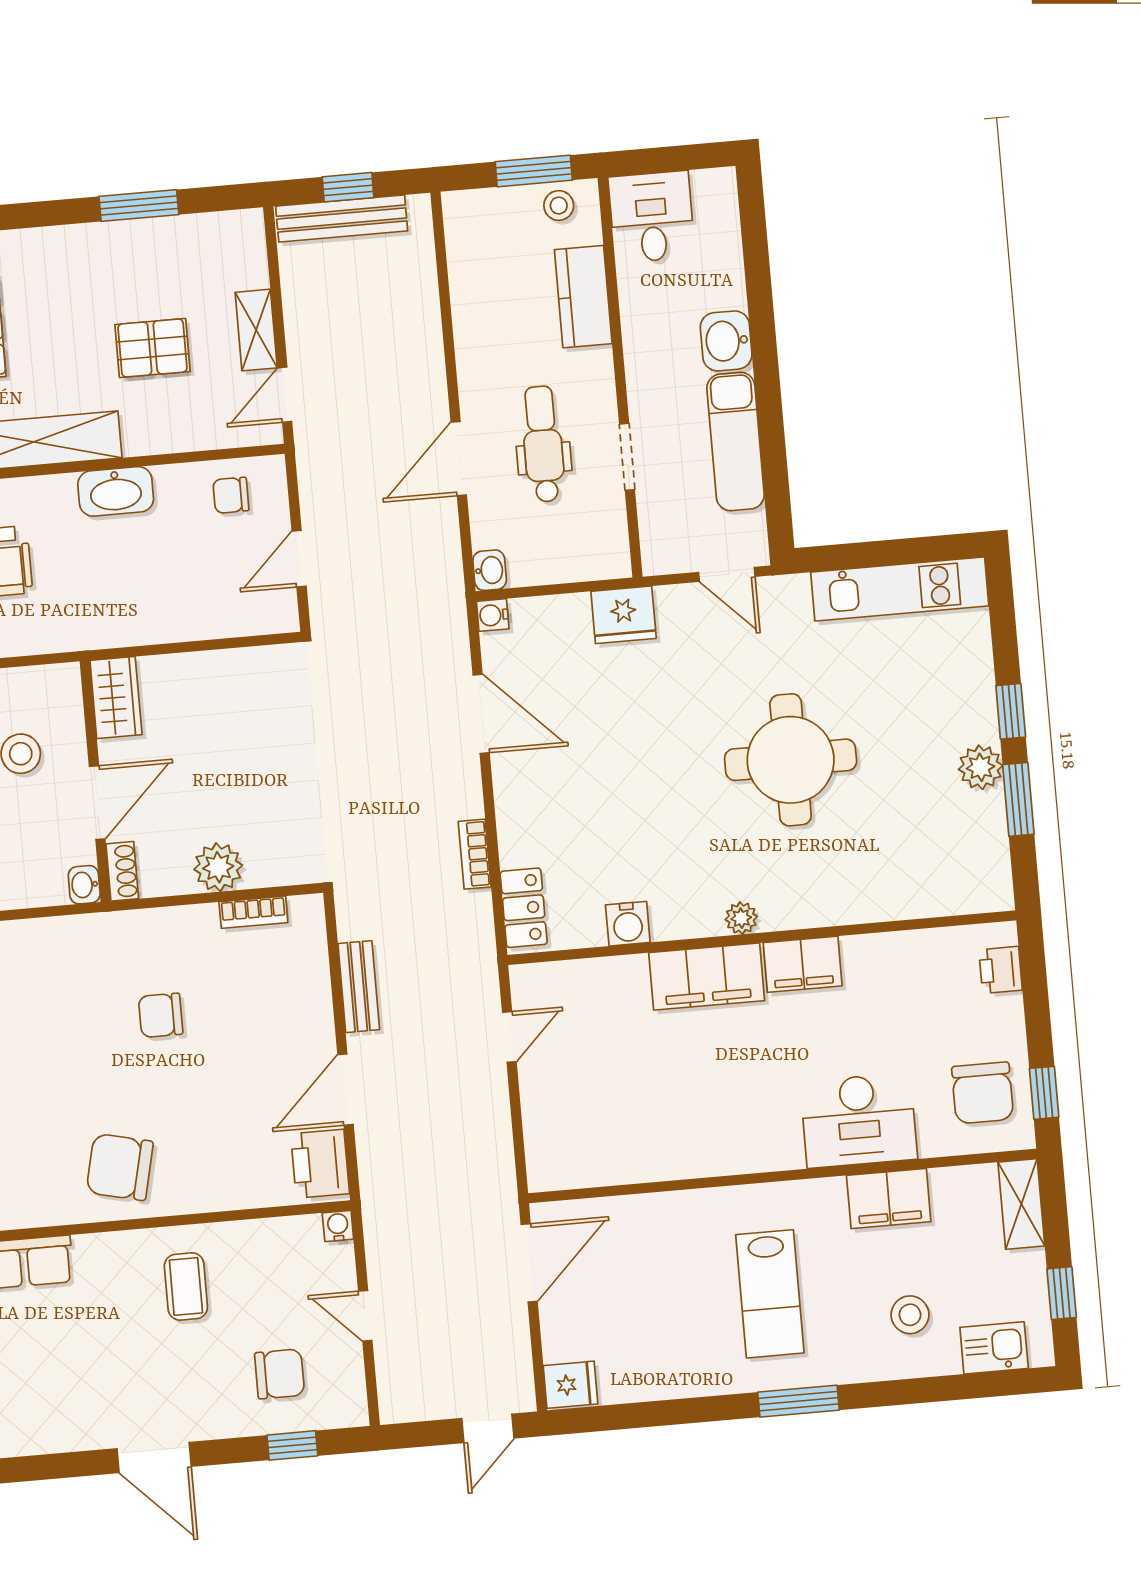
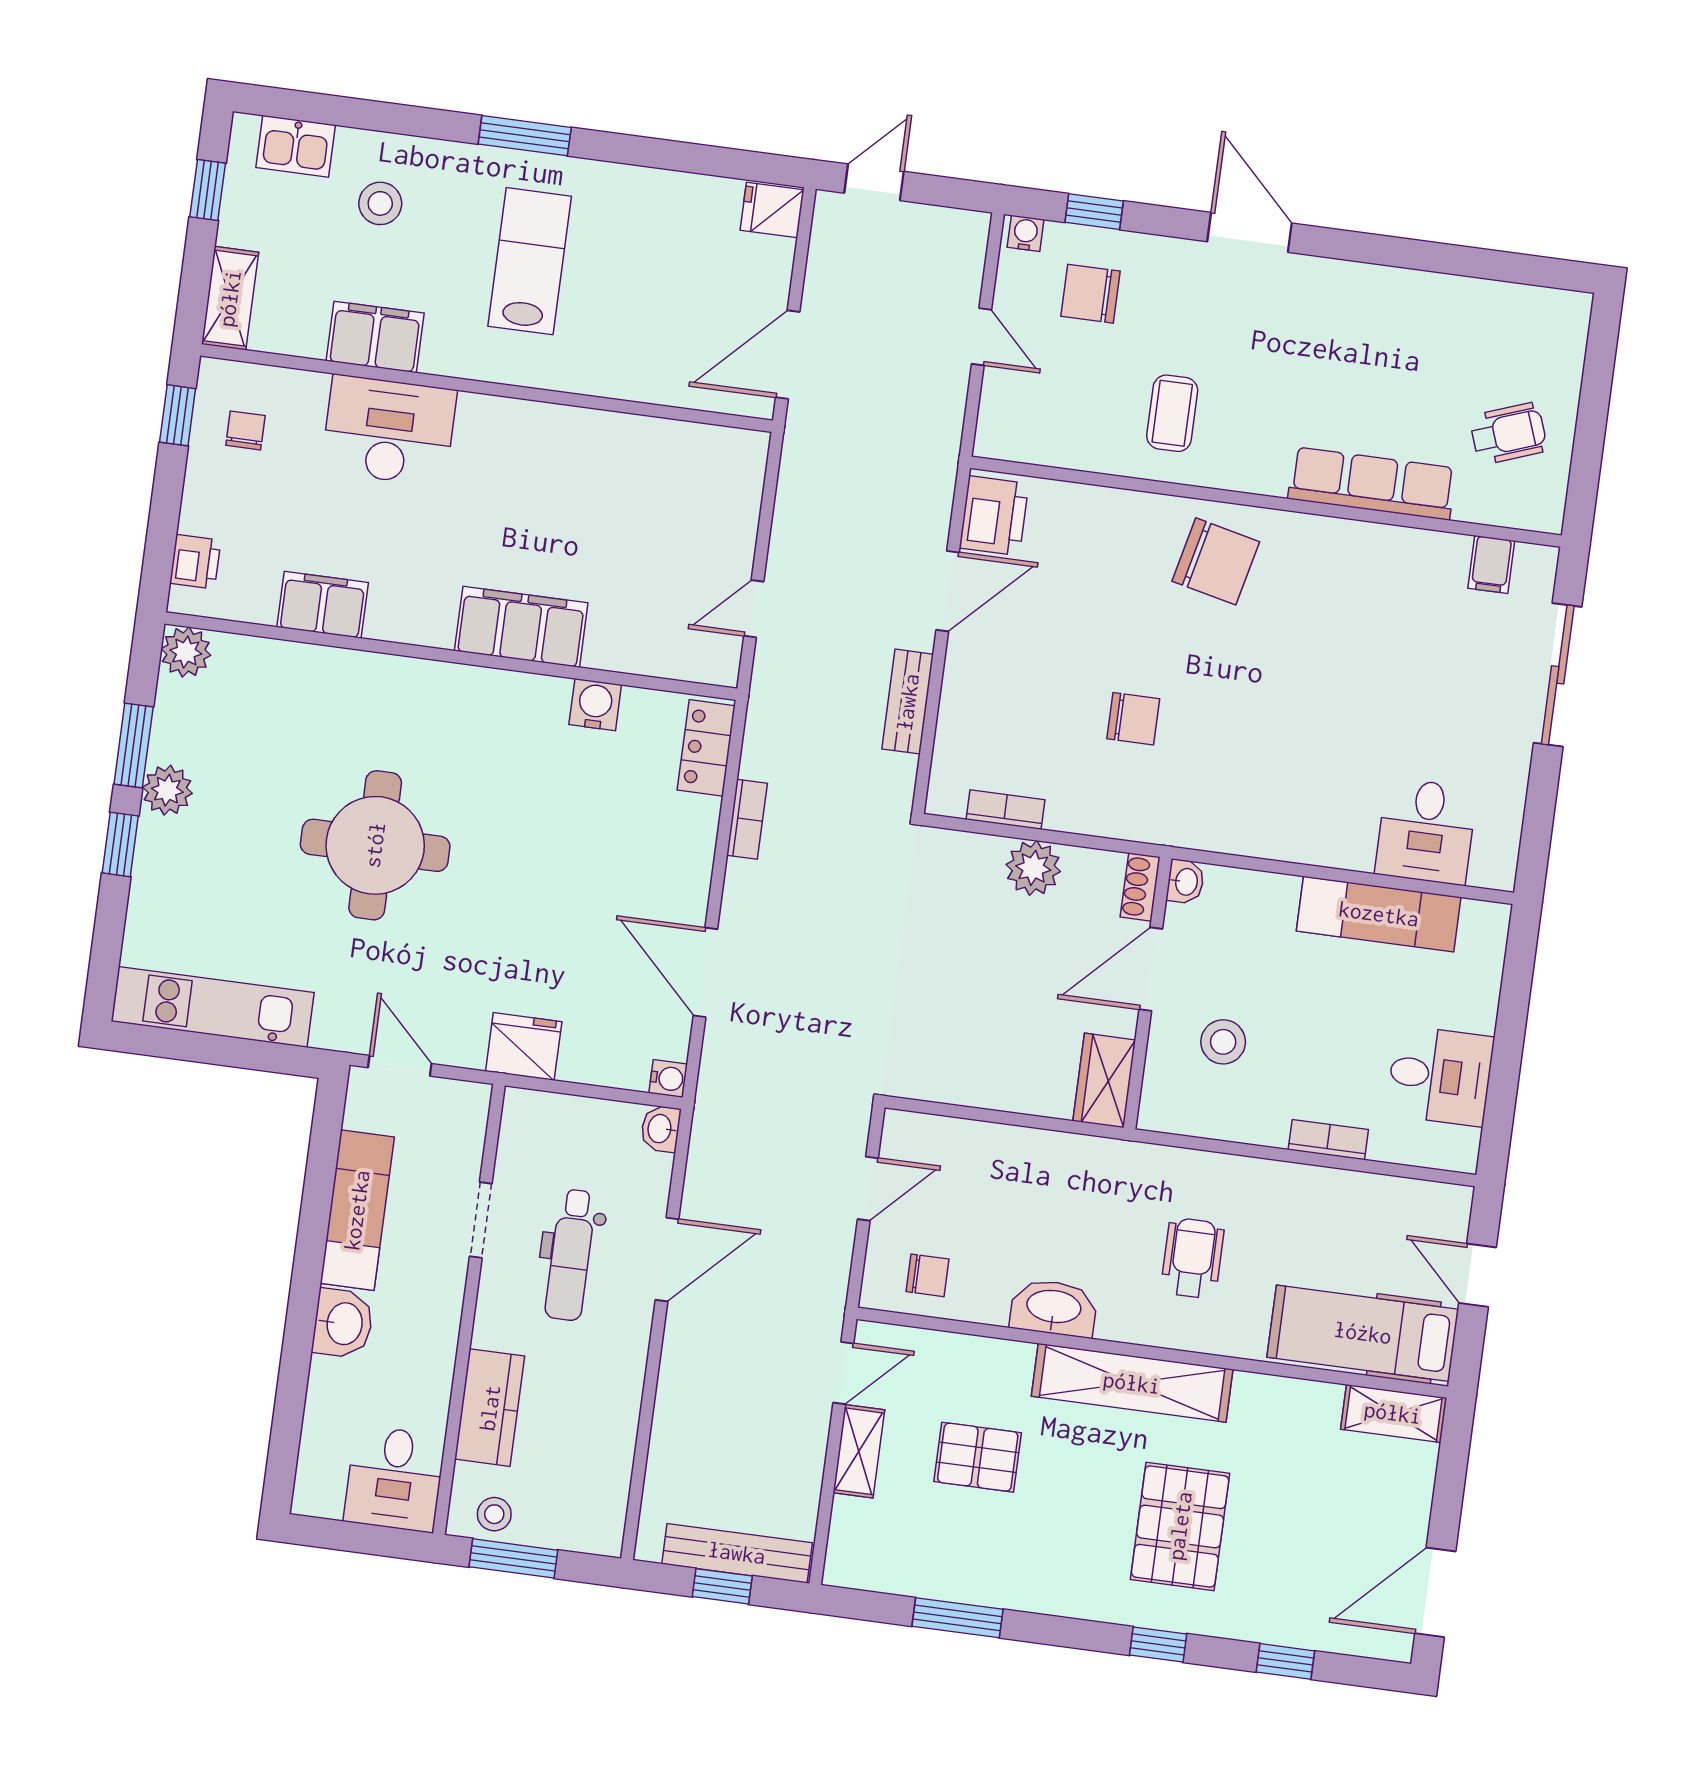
plant: (741, 918) -> (186, 652), moved, width x1.38, depth x1.38
filing cabinet: (803, 964) -> (323, 605), moved
chair: (983, 1093) -> (245, 430), width x0.54, depth x0.54
water cooler: (338, 1226) -> (1026, 233), moved, turned 180

